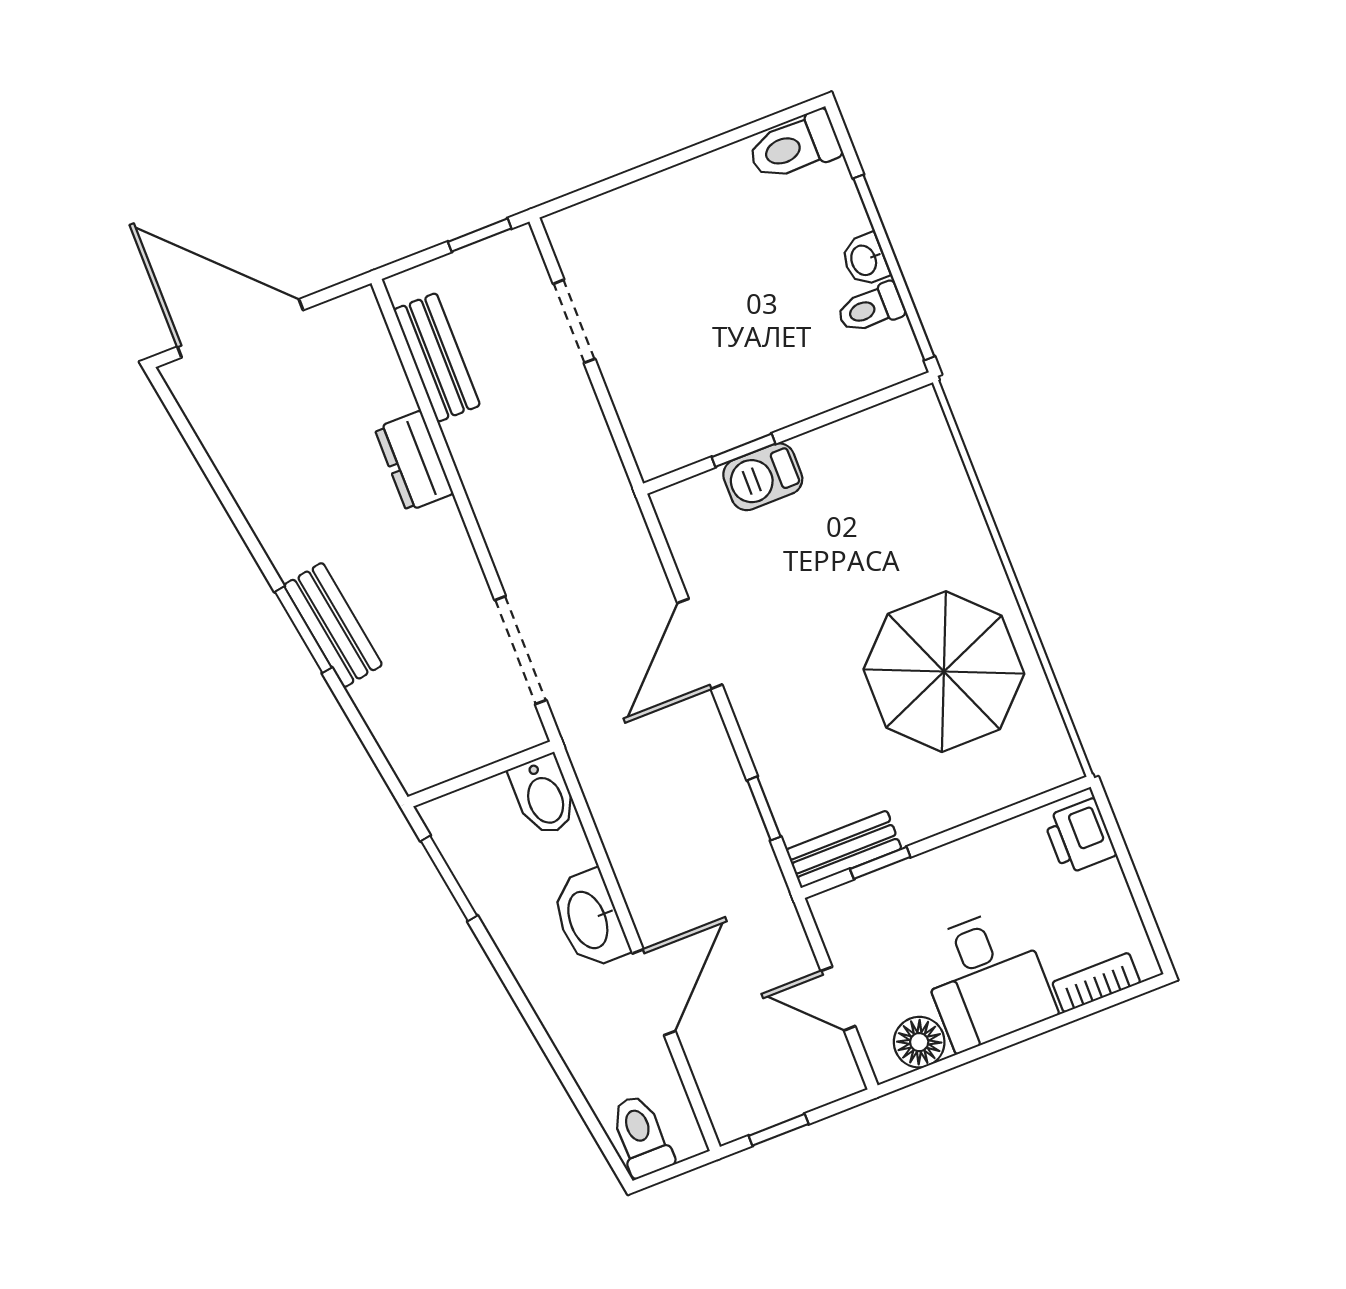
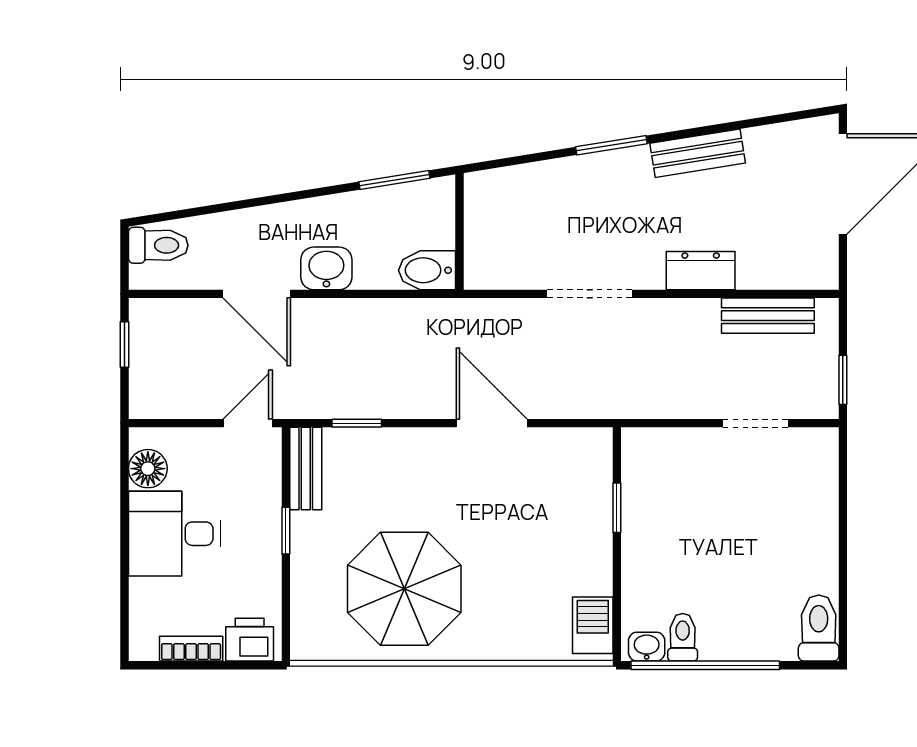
washbasin: (865, 260) -> (647, 647), moved
barbecue: (763, 477) -> (593, 625), moved
bench: (333, 625) -> (698, 153), moved
doorway: (520, 650) -> (589, 294), moved
window: (880, 863) -> (286, 531), moved
washbasin: (589, 919) -> (326, 268), width x0.72
bookcase: (1096, 983) -> (191, 649), moved, turned -90
door: (838, 999) -> (248, 423), moved

